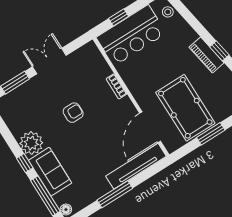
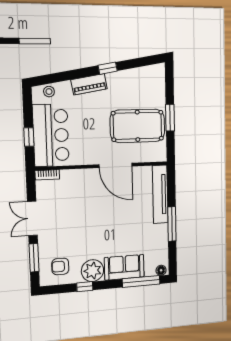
piano: (206, 55) -> (89, 84), moved
bookcase: (117, 86) -> (47, 175), moved
armchair: (73, 113) -> (60, 266), moved, turned -90
door: (150, 127) -> (115, 165), moved
window: (25, 163) -> (85, 287), moved

